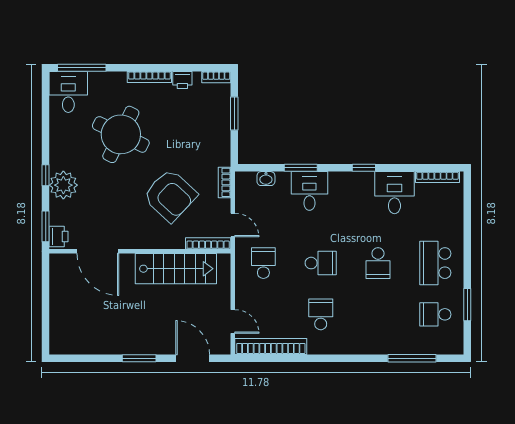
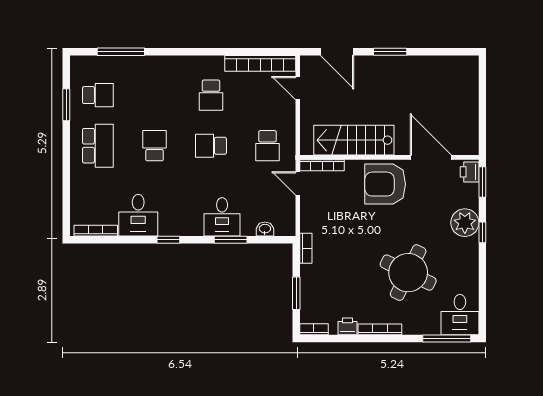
bookcase: (224, 182) -> (306, 248), moved
armchair: (170, 195) -> (385, 184), moved, turned -43

